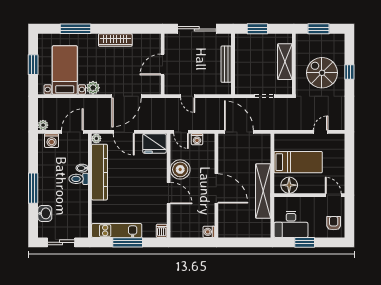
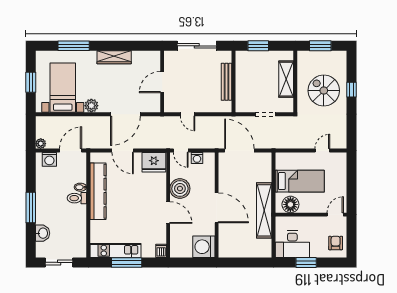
plant: (96, 138) -> (95, 157), removed
door: (333, 195) -> (335, 215), hinge flipped
washing machine: (209, 232) -> (204, 247), width x1.89, depth x1.89

